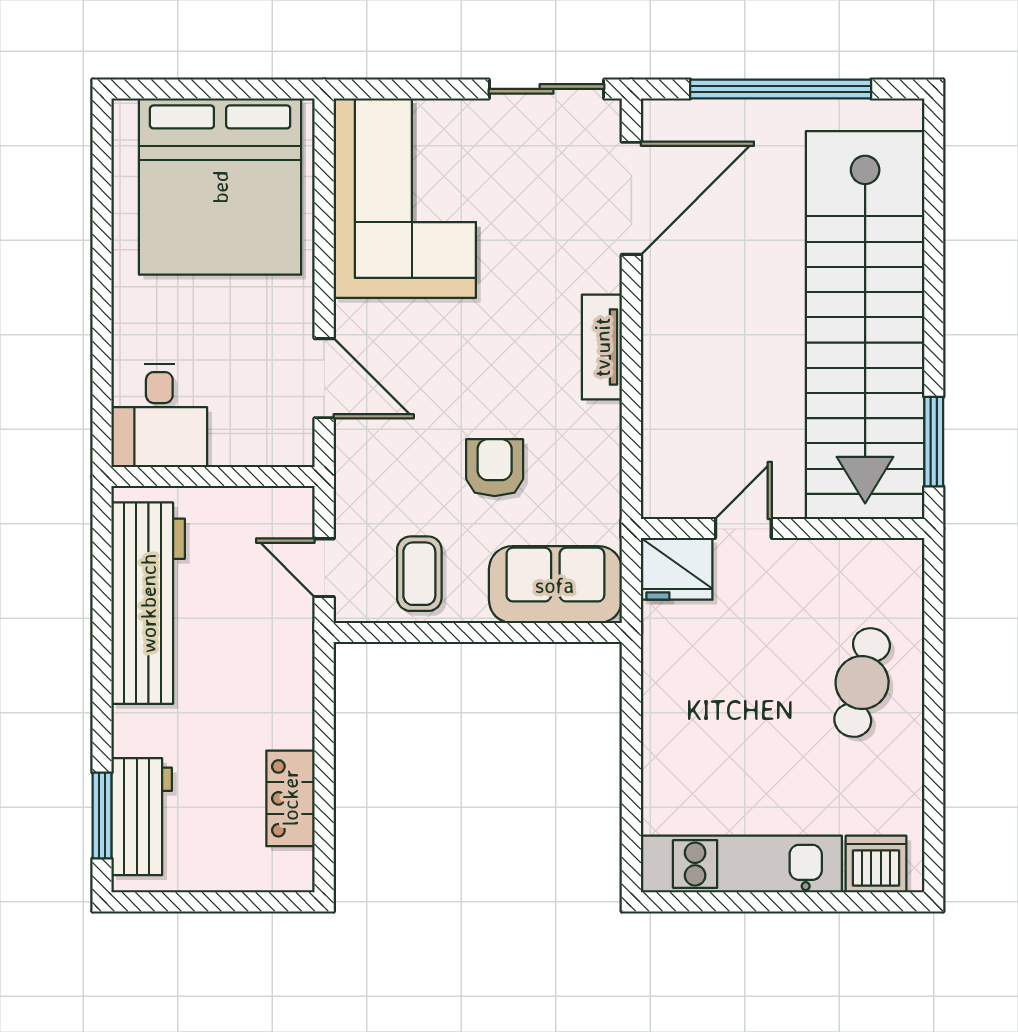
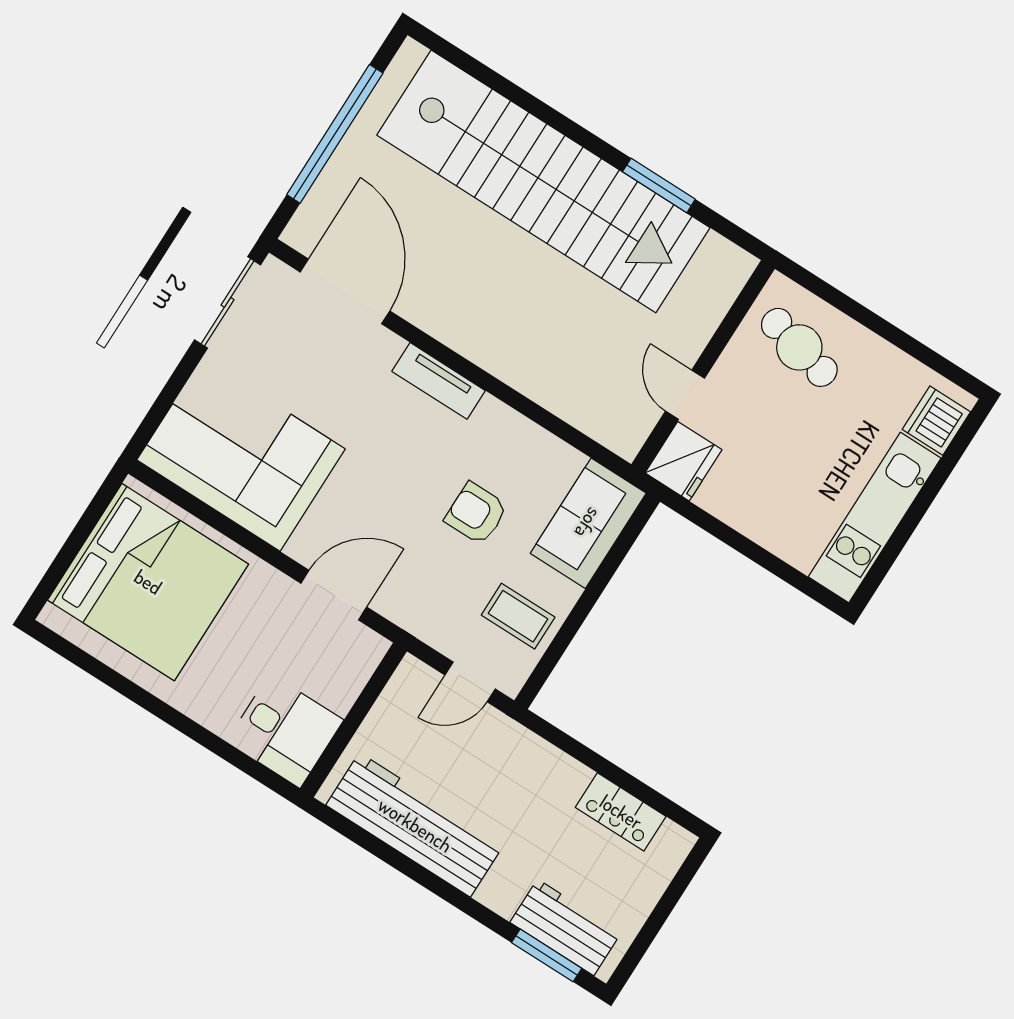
door: (743, 528) -> (685, 395), moved
wall: (783, 528) -> (703, 367), moved
fridge: (677, 569) -> (683, 461), moved

